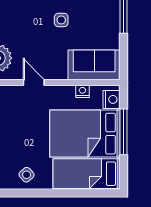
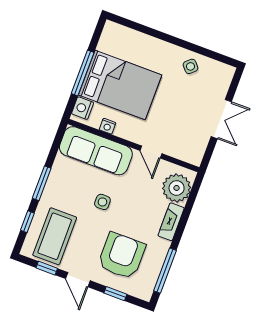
sofa: (94, 65) -> (96, 151), width x1.36
bed: (87, 174) -> (133, 46), removed

